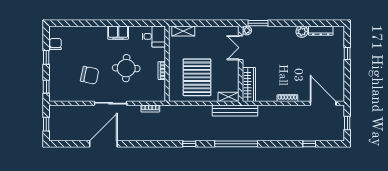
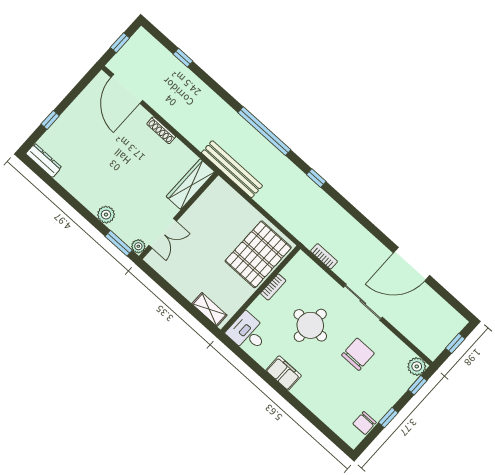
dresser: (321, 31) -> (44, 160), moved
plant: (302, 32) -> (106, 215), moved
chair: (90, 75) -> (358, 354), turned 78
pallet: (197, 77) -> (258, 254), moved
plant: (55, 95) -> (417, 366), added
shelving: (229, 97) -> (225, 191), removed

